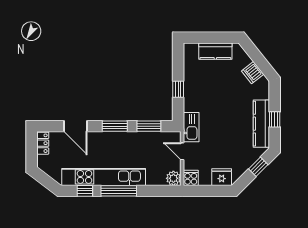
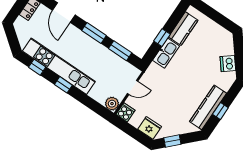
kitchen counter: (215, 51) -> (183, 29), moved, turned -90
kitchen sink: (191, 127) -> (166, 53), moved
door: (182, 151) -> (133, 87), swing flipped
window: (258, 167) -> (172, 141), moved
window: (119, 191) -> (63, 85), width x0.46

